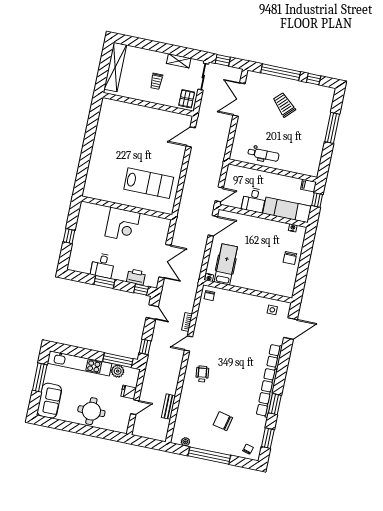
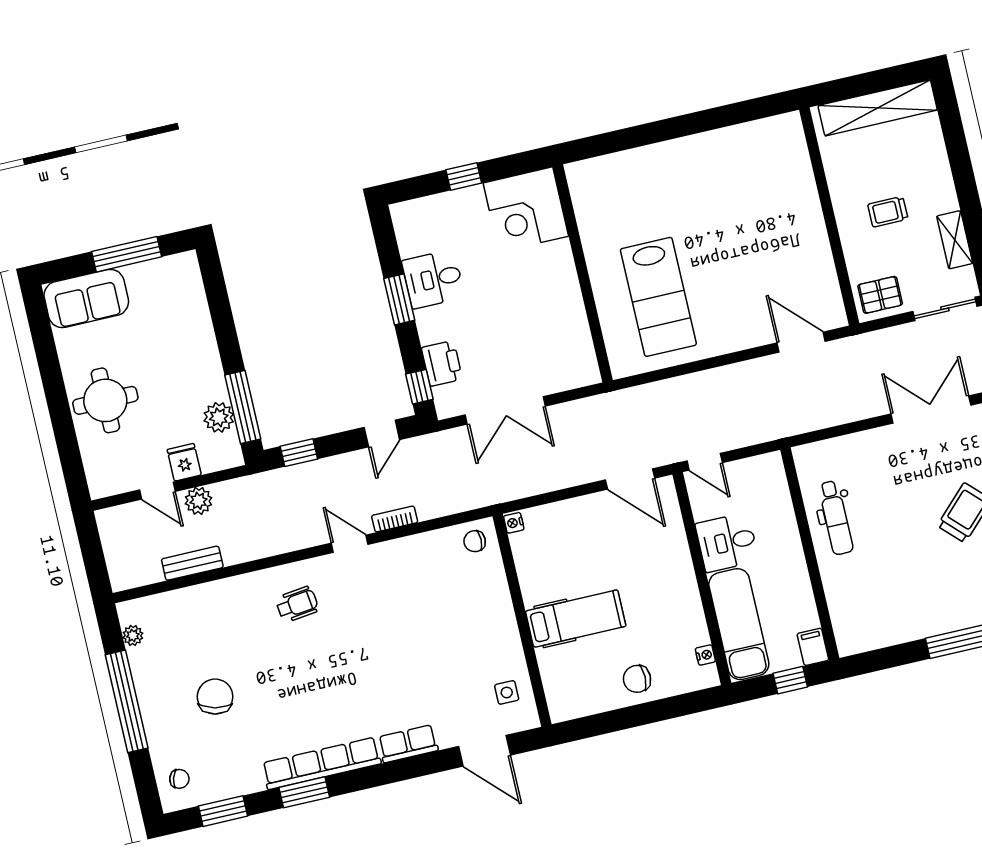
corner desk: (123, 225) -> (526, 210), moved
hospital bed: (226, 264) -> (576, 619), moved
kitchen unit: (80, 363) -> (197, 327), removed
plant: (146, 393) -> (198, 501), added

